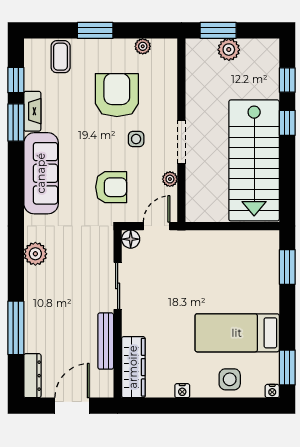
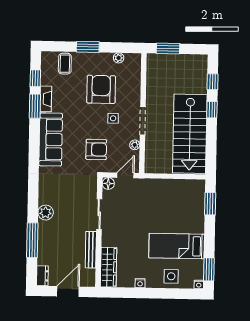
plant: (229, 50) -> (175, 61), removed
plant: (35, 254) -> (46, 213), moved
dresser: (32, 376) -> (42, 276), width x0.70

